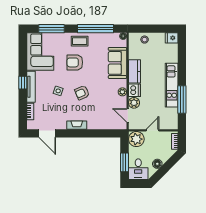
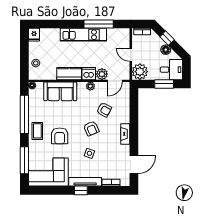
armchair: (100, 105) -> (104, 110), added
window: (168, 165) -> (167, 38), added

